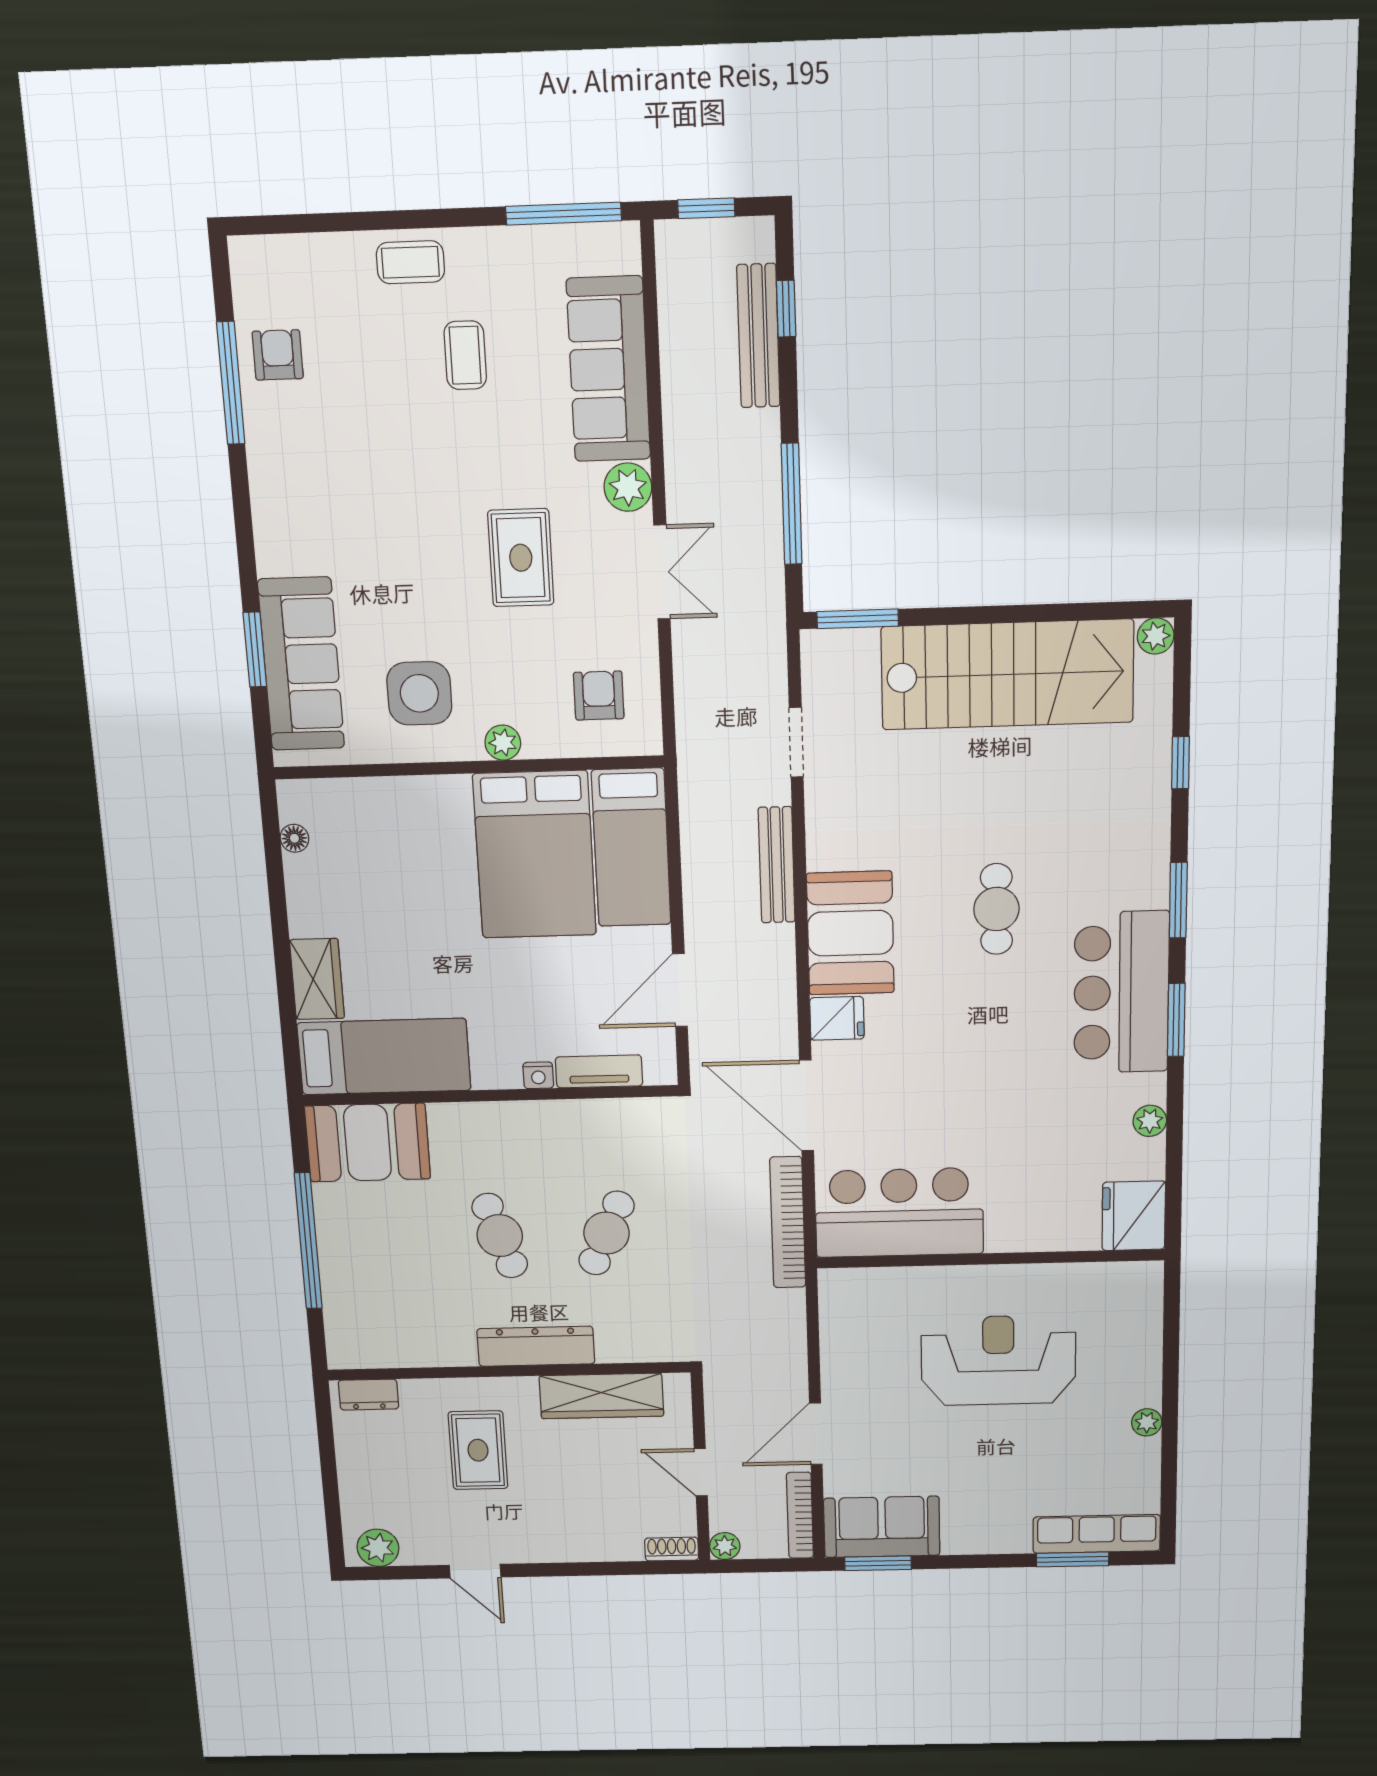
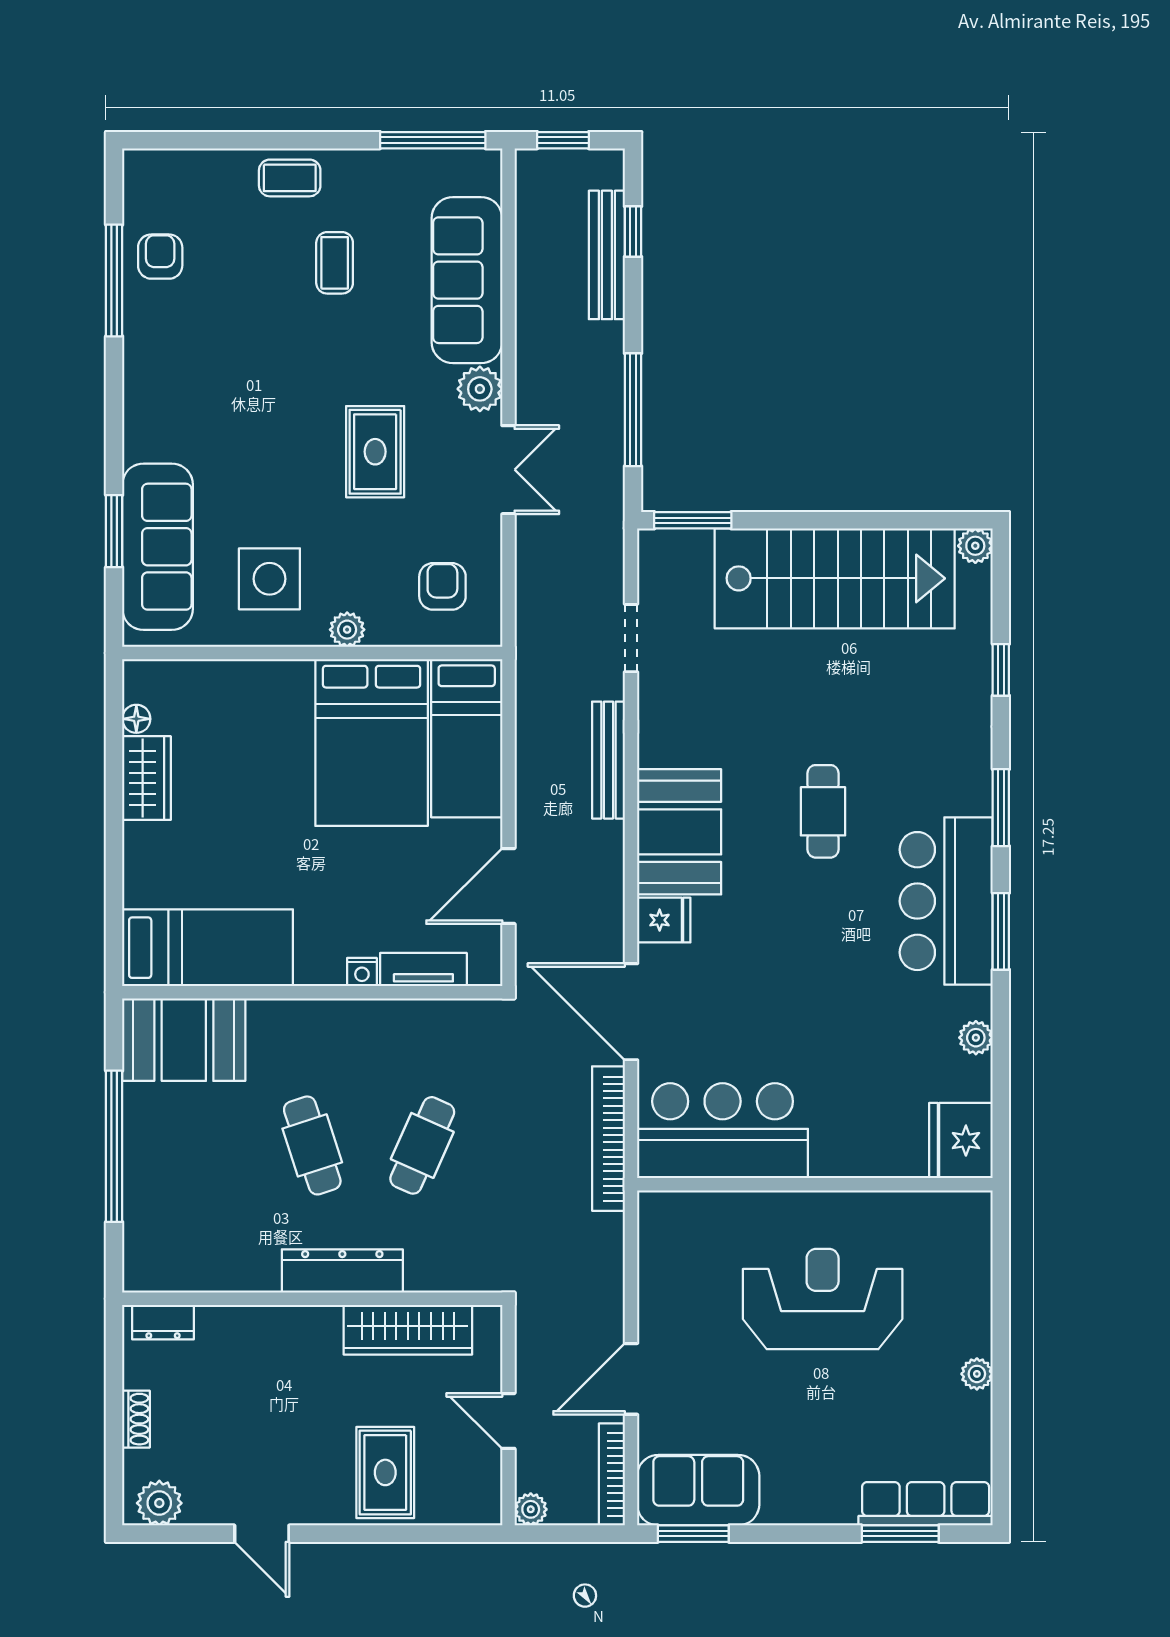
wardrobe: (317, 979) -> (147, 778), moved
rug: (478, 1450) -> (385, 1472), moved
shoe rack: (672, 1549) -> (136, 1419), moved, turned 90

